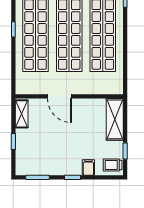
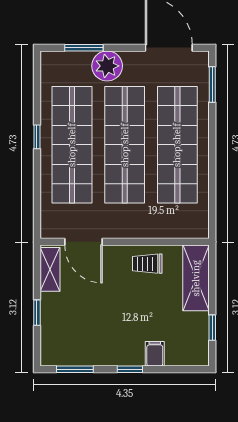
door: (59, 96) -> (83, 242), moved
trolley: (113, 165) -> (147, 264), moved

